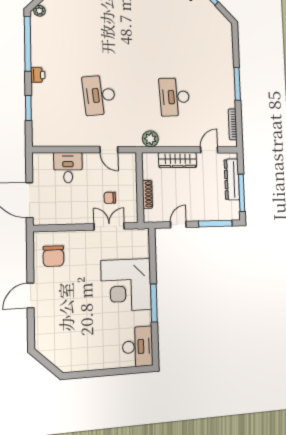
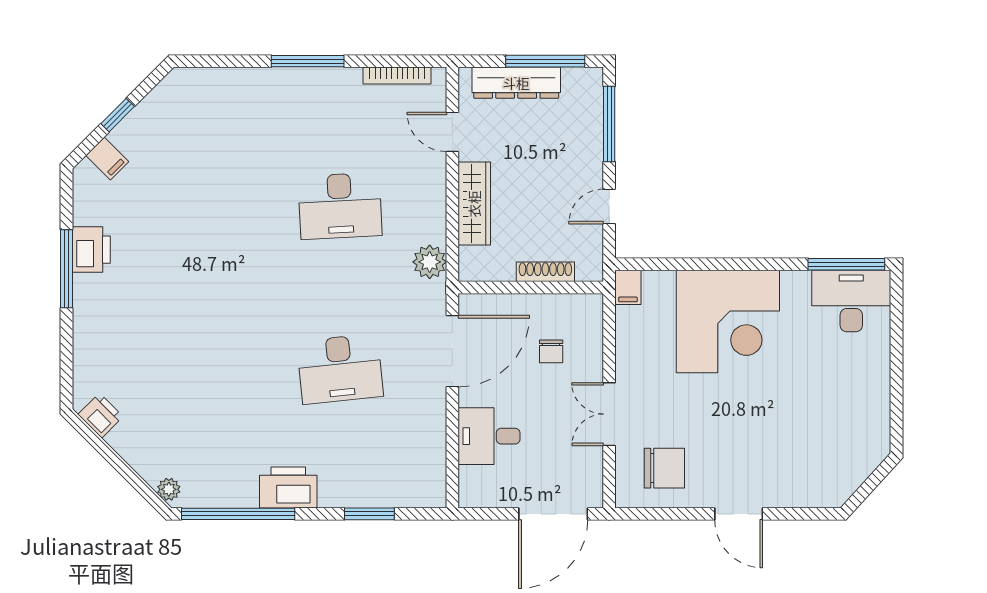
printer: (38, 75) -> (288, 487), width x1.87, depth x1.48
door: (109, 150) -> (452, 351), width x1.87
door: (178, 225) -> (609, 207), hinge flipped
double door: (109, 226) -> (609, 414), moved
filing cabinet: (141, 235) -> (628, 287), added
window: (154, 303) -> (846, 264), moved

